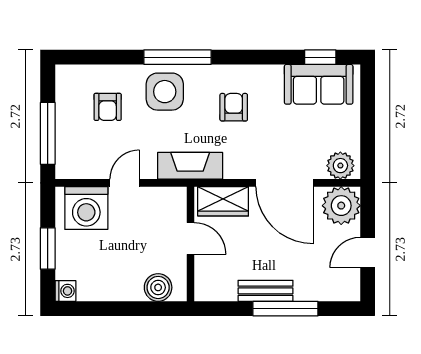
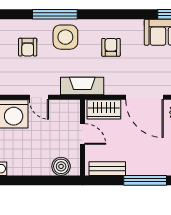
window: (178, 57) -> (55, 14), moved
door: (125, 183) -> (39, 97), swing flipped
bench: (265, 291) -> (107, 169), moved

